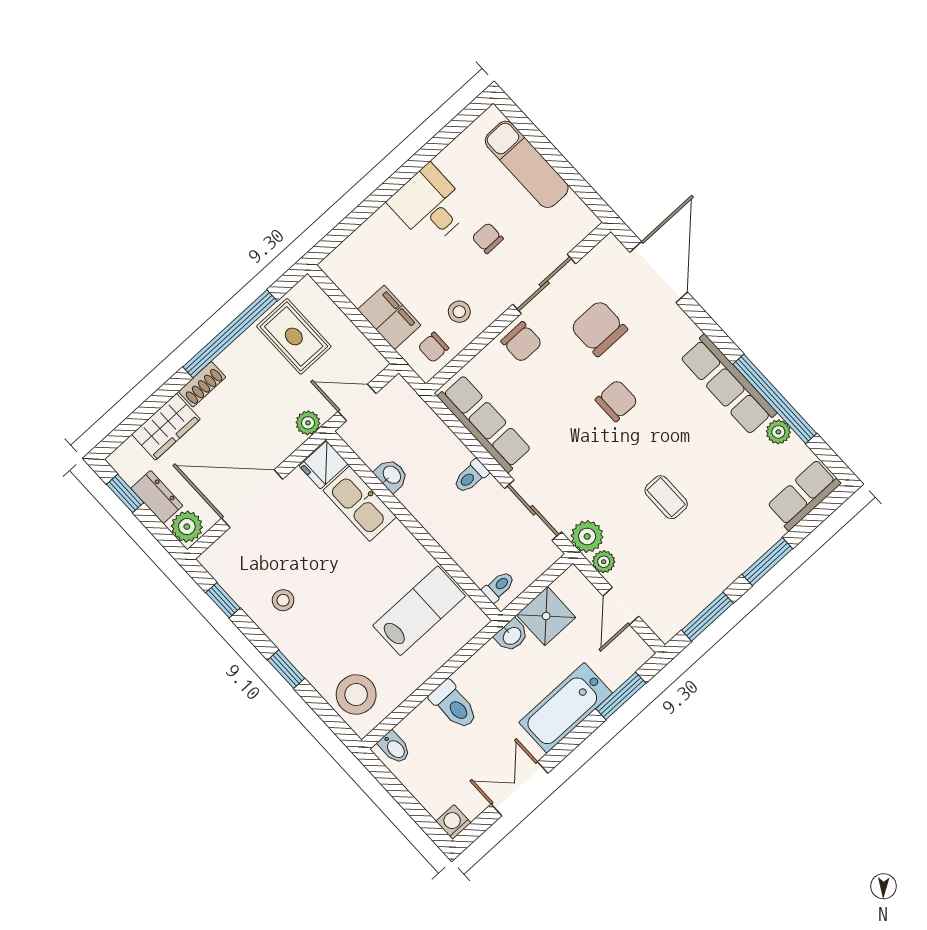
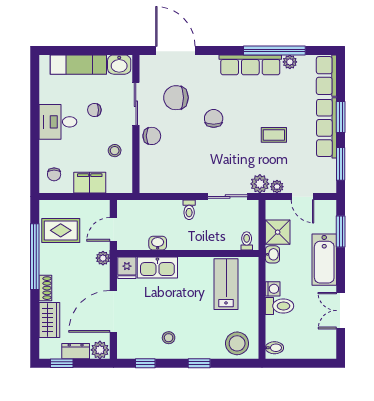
washbasin: (575, 217) -> (119, 65), added
chair: (433, 347) -> (54, 174), moved
row of seats: (485, 423) -> (327, 128), moved, turned -90
washing machine: (453, 822) -> (273, 289), moved, turned 180

